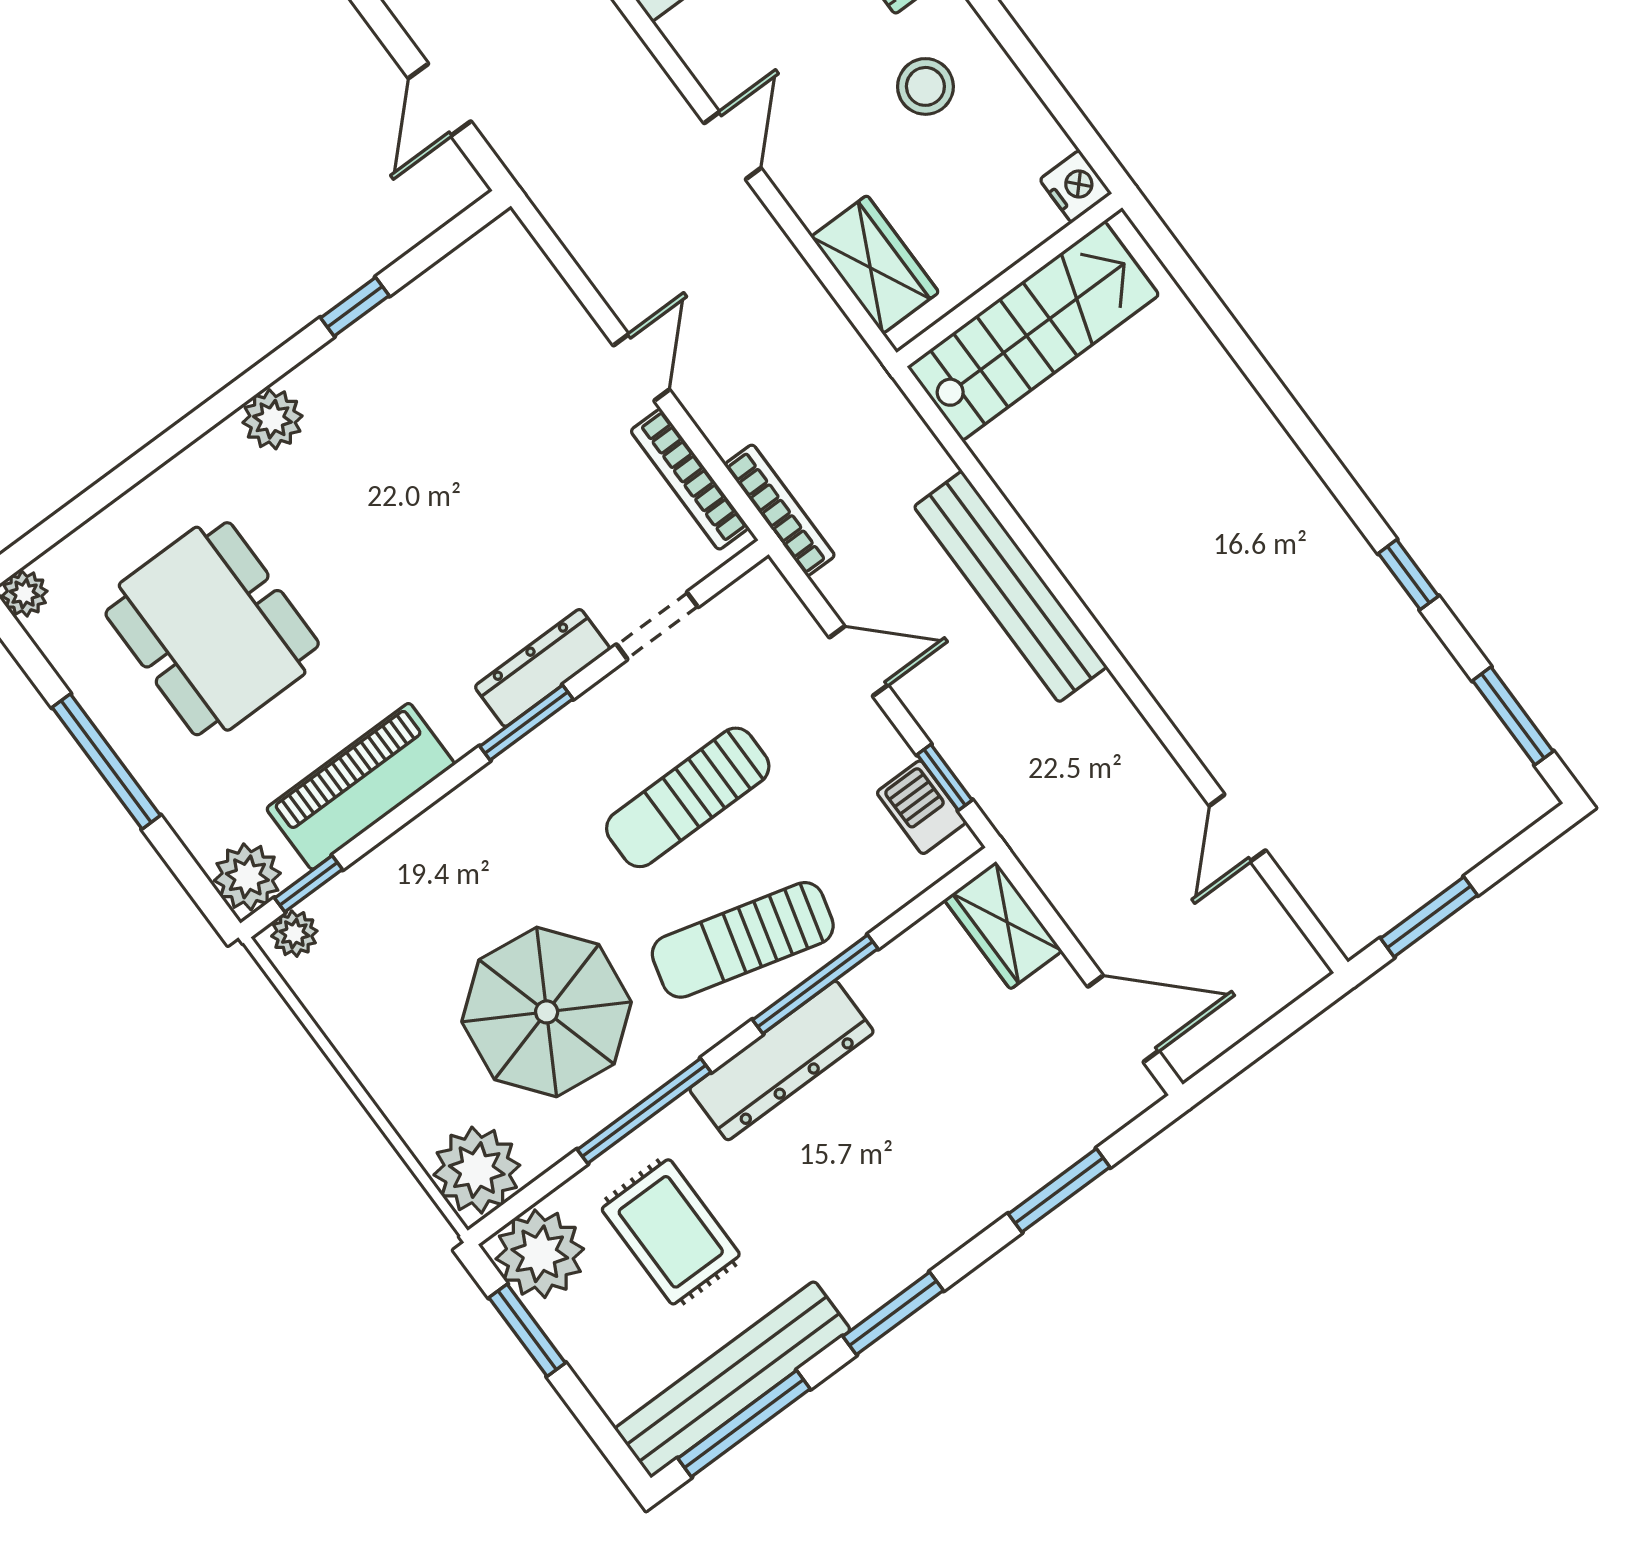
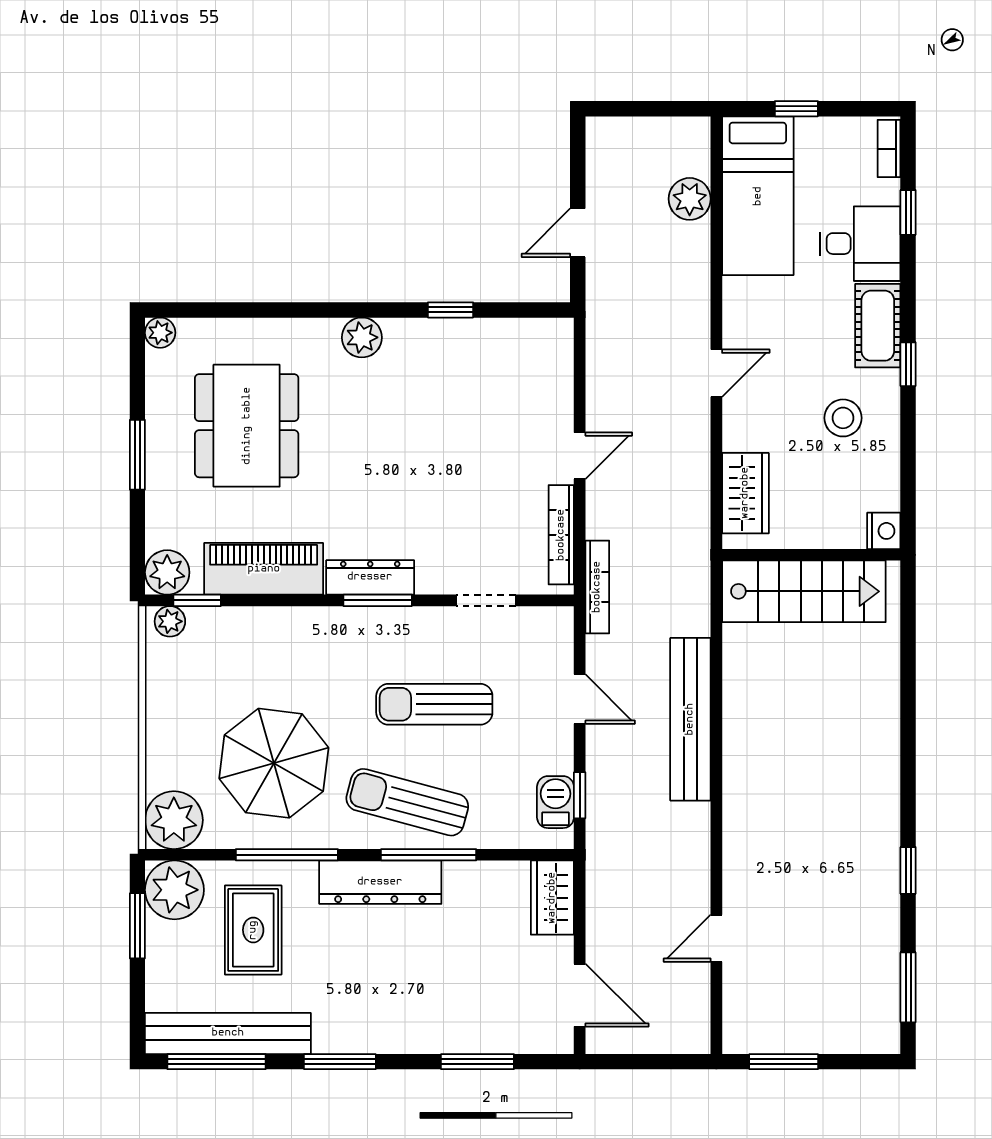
dresser: (542, 668) -> (370, 577), moved
window: (106, 761) -> (137, 455), width x0.69

